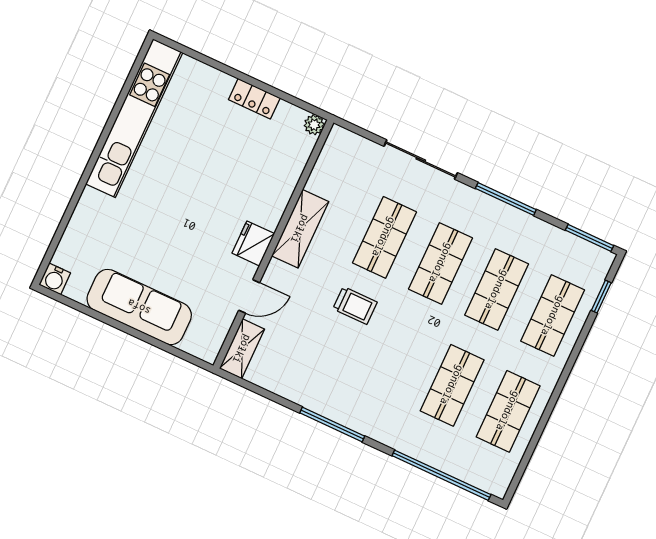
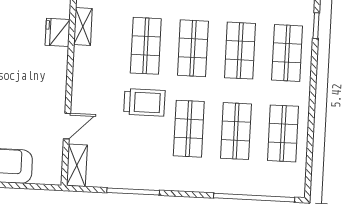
shelving: (300, 229) -> (83, 27), moved, width x0.67, depth x0.75
fridge: (253, 243) -> (58, 32), moved
trolley: (355, 305) -> (144, 102), width x1.36, depth x1.39
shop shelf: (396, 359) -> (189, 129), added
window: (332, 424) -> (133, 191), moved

